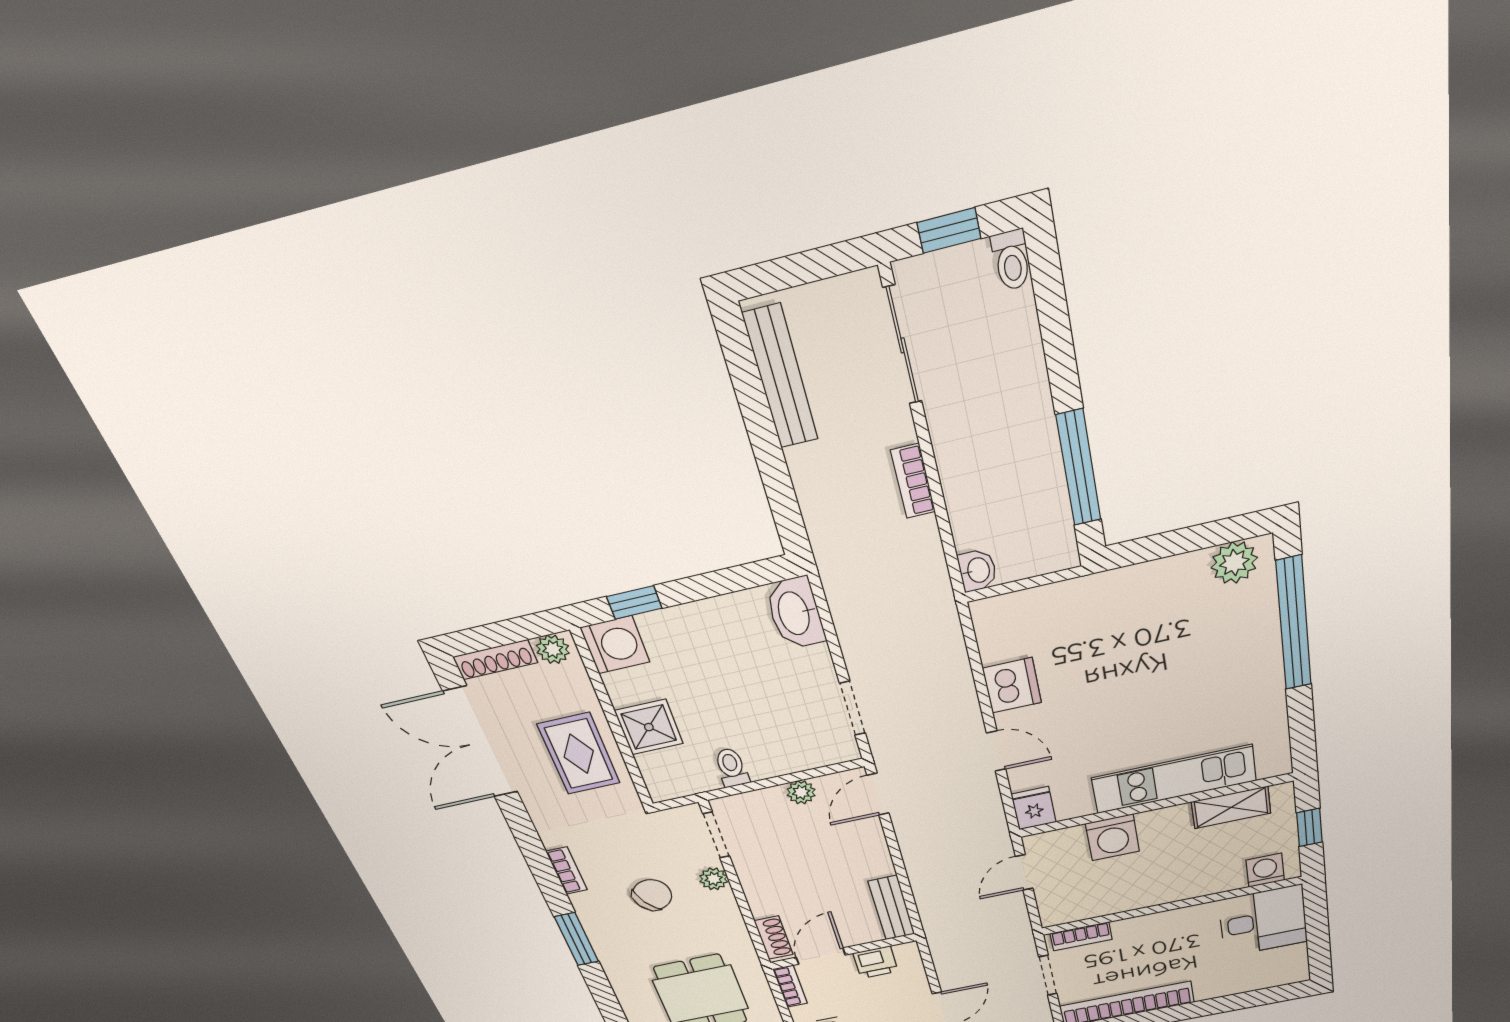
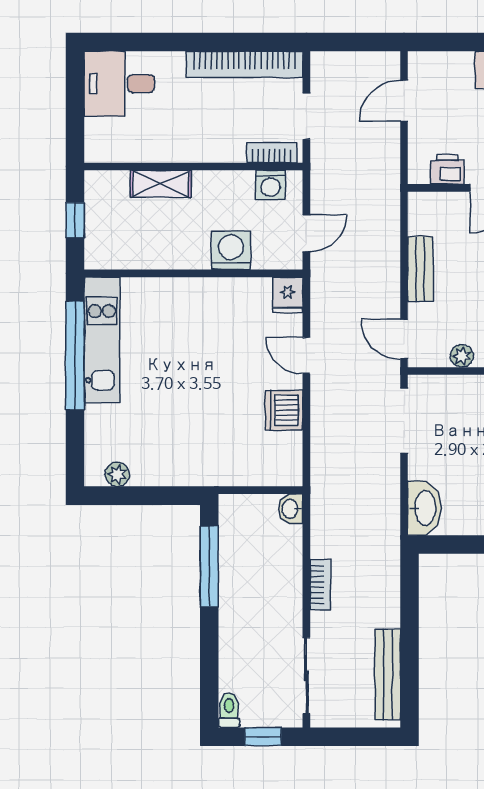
plant: (1234, 563) -> (117, 474), width x0.73, depth x0.73
window: (1294, 624) -> (75, 355), moved
doorway: (852, 708) -> (404, 421), width x1.38
kitchen unit: (1174, 779) -> (102, 340), moved, turned -90
door: (878, 794) -> (404, 339), swing flipped
shelving: (1231, 807) -> (161, 184), moved
washing machine: (1265, 870) -> (270, 185), moved
bench: (892, 908) -> (420, 269), moved
desk: (1263, 921) -> (119, 84), moved

